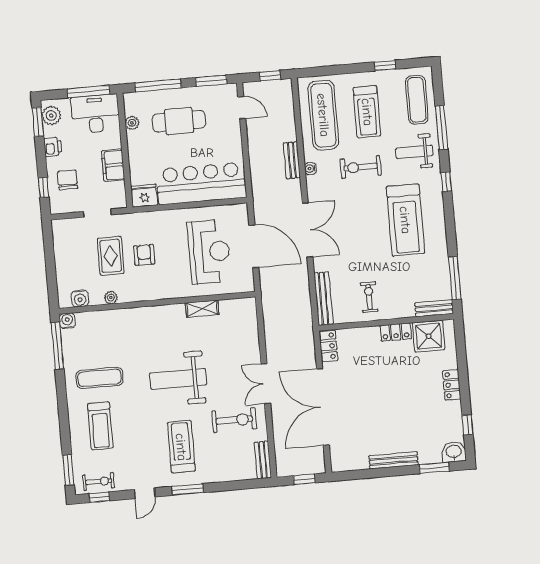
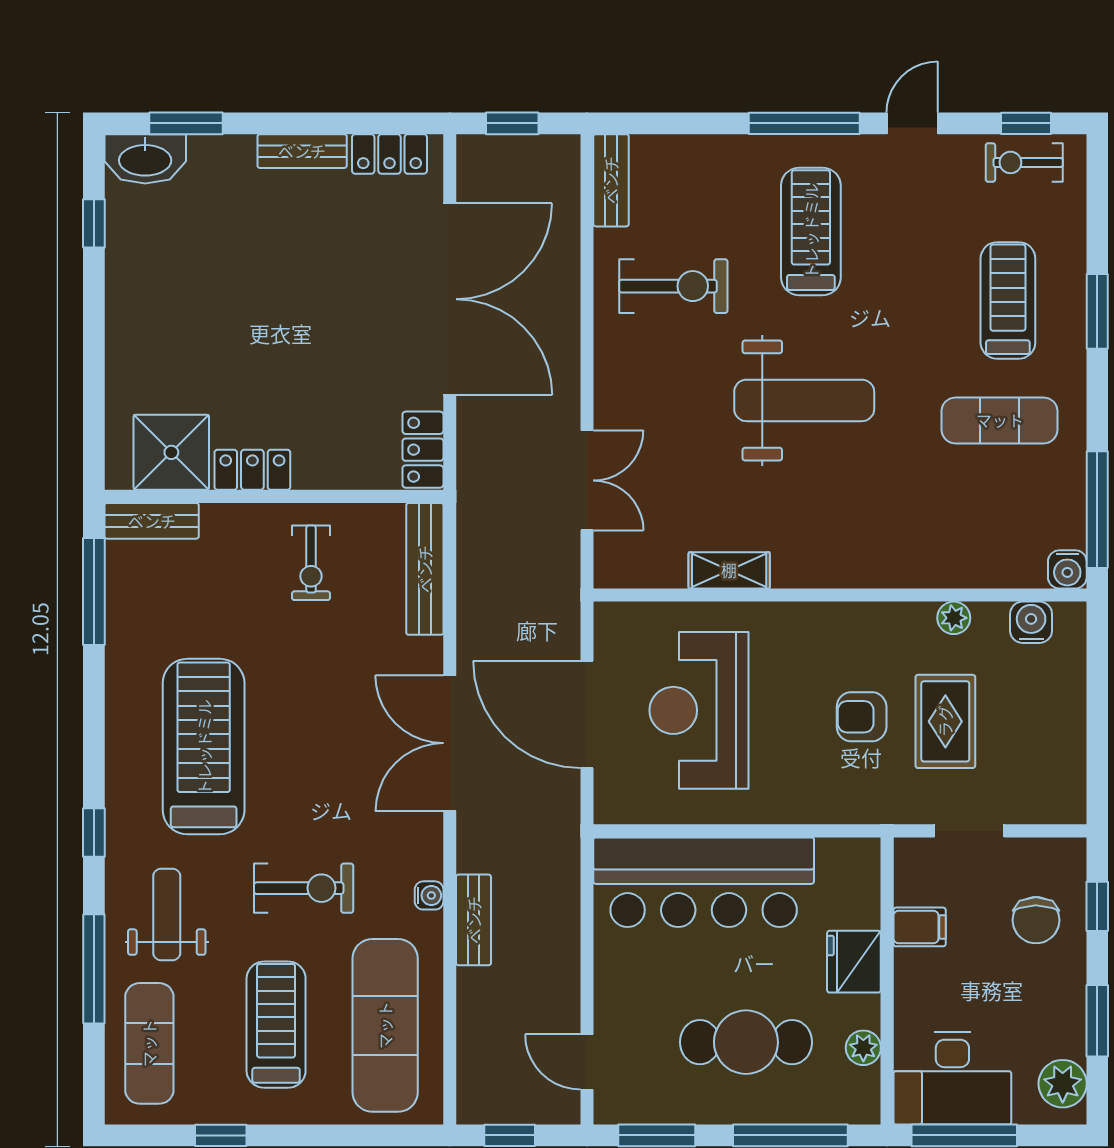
window: (38, 122) -> (1097, 1021), moved
printer: (53, 147) -> (1066, 1005), removed
weight bench: (414, 152) -> (167, 915), turned -90
filing cabinet: (113, 165) -> (920, 927), width x0.50
fridge: (144, 196) -> (854, 962), moved, turned 90
armchair: (144, 255) -> (862, 717), turned 90
double door: (266, 384) -> (587, 480), moved
locker: (452, 385) -> (389, 154), moved, turned 90
exercise bike: (234, 420) -> (673, 286), turned 180
treadmill: (181, 447) -> (811, 231), turned 180
washbasin: (454, 452) -> (145, 159), width x1.38
bench: (393, 460) -> (302, 151), width x0.73
window: (68, 470) -> (1097, 311), moved
window: (188, 489) -> (804, 123), width x1.44

